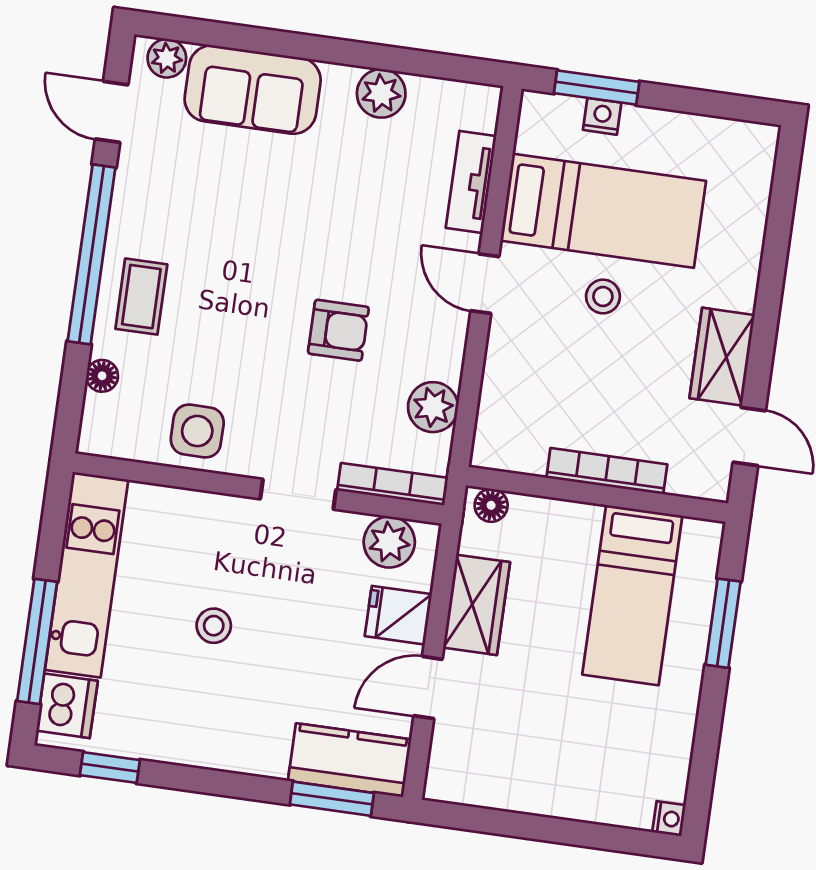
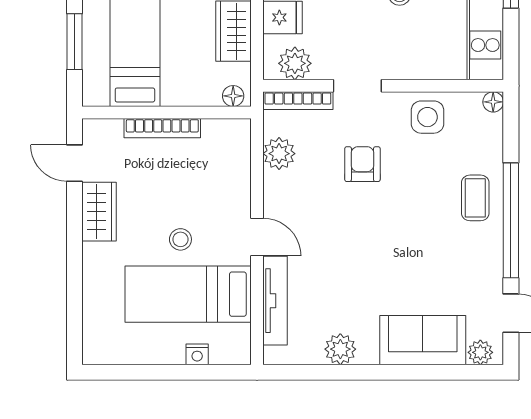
window: (597, 88) -> (203, 372), removed
tv unit: (471, 182) -> (275, 301), width x1.41
armchair: (338, 330) -> (362, 164), moved, turned 90
floor lamp: (102, 376) -> (493, 102), moved

